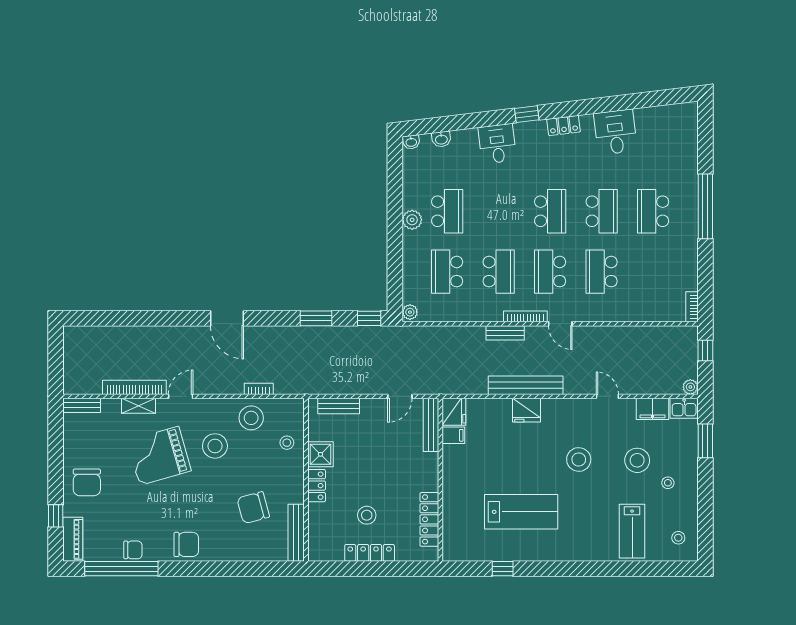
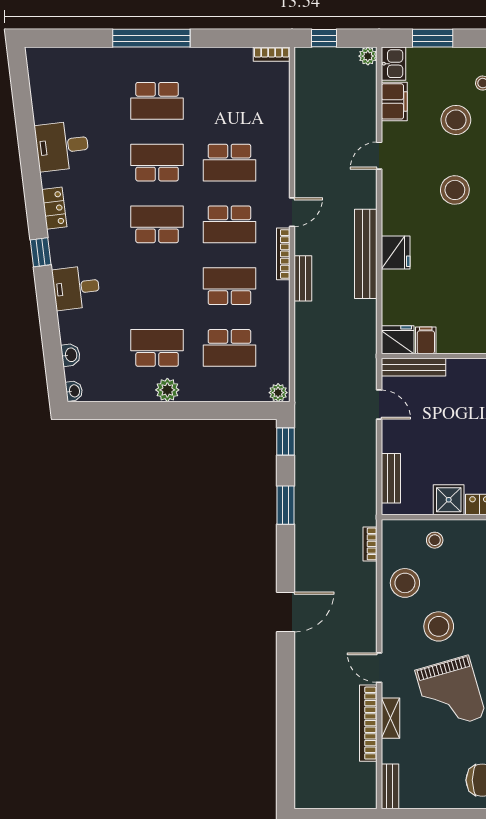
bookcase: (259, 389) -> (370, 544), moved

